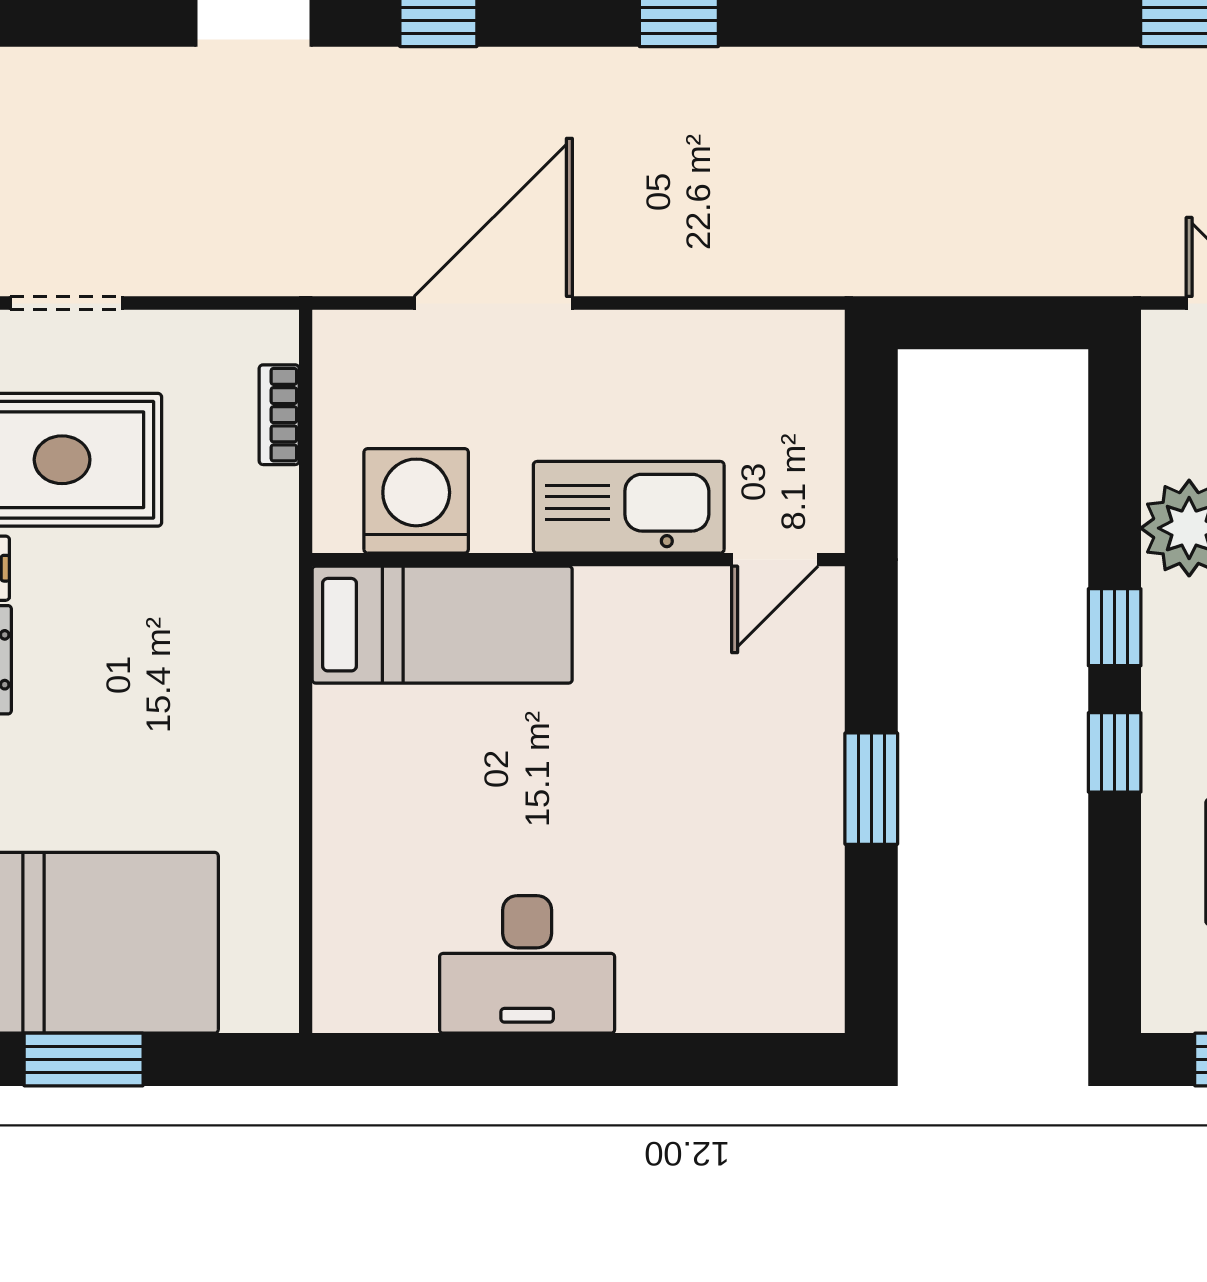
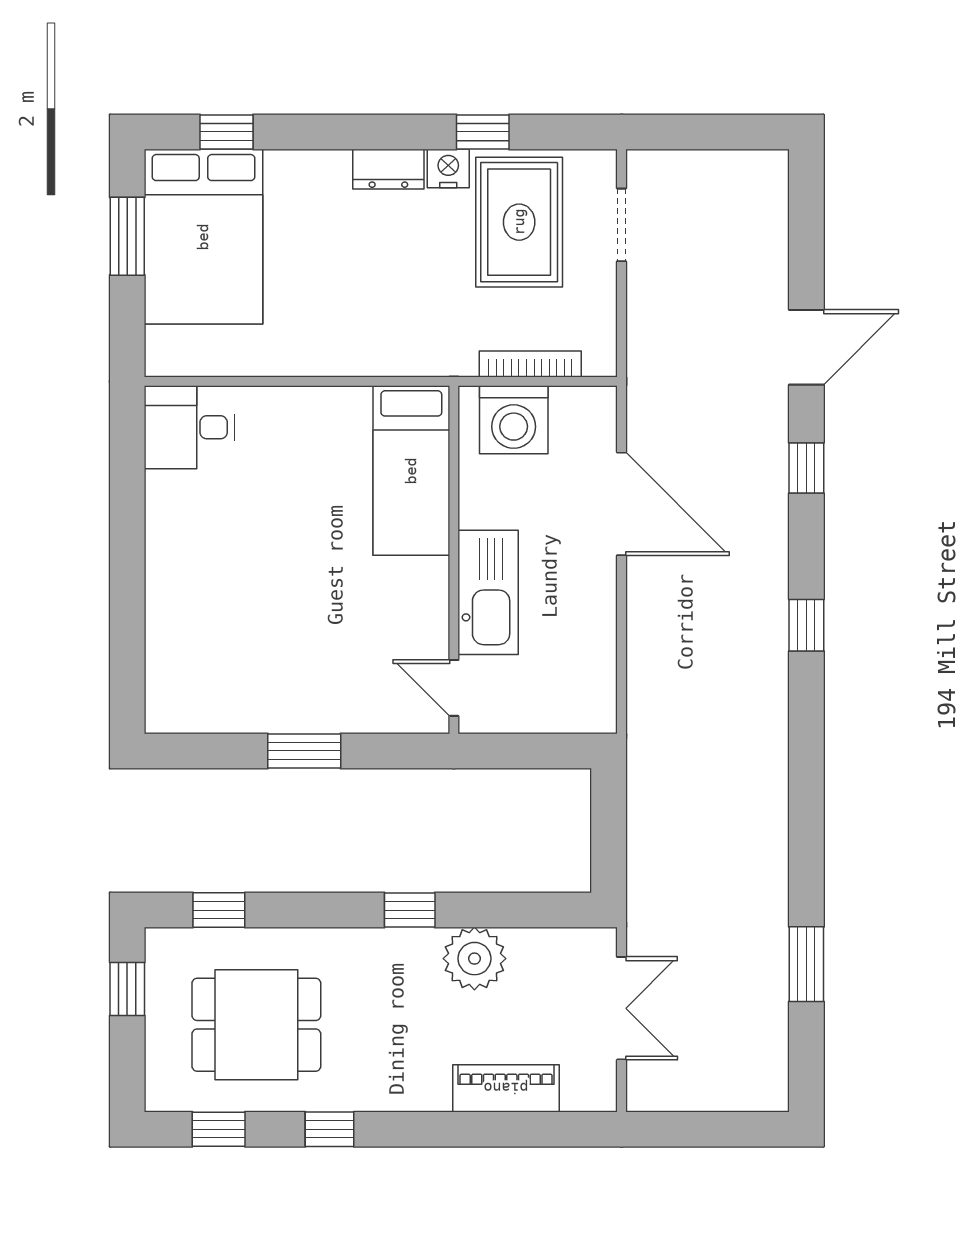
bookcase: (279, 415) -> (530, 364), width x1.56
washing machine: (416, 501) -> (514, 420), moved, turned 90
window: (1115, 752) -> (219, 910), moved
desk: (527, 964) -> (189, 427), moved, width x0.73

